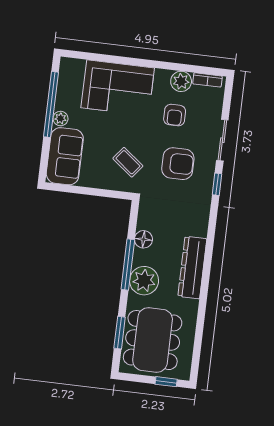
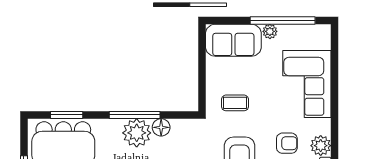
armchair: (175, 115) -> (287, 143), turned 180
coffee table: (128, 162) -> (235, 103), turned 52
plant: (144, 281) -> (137, 133), moved

